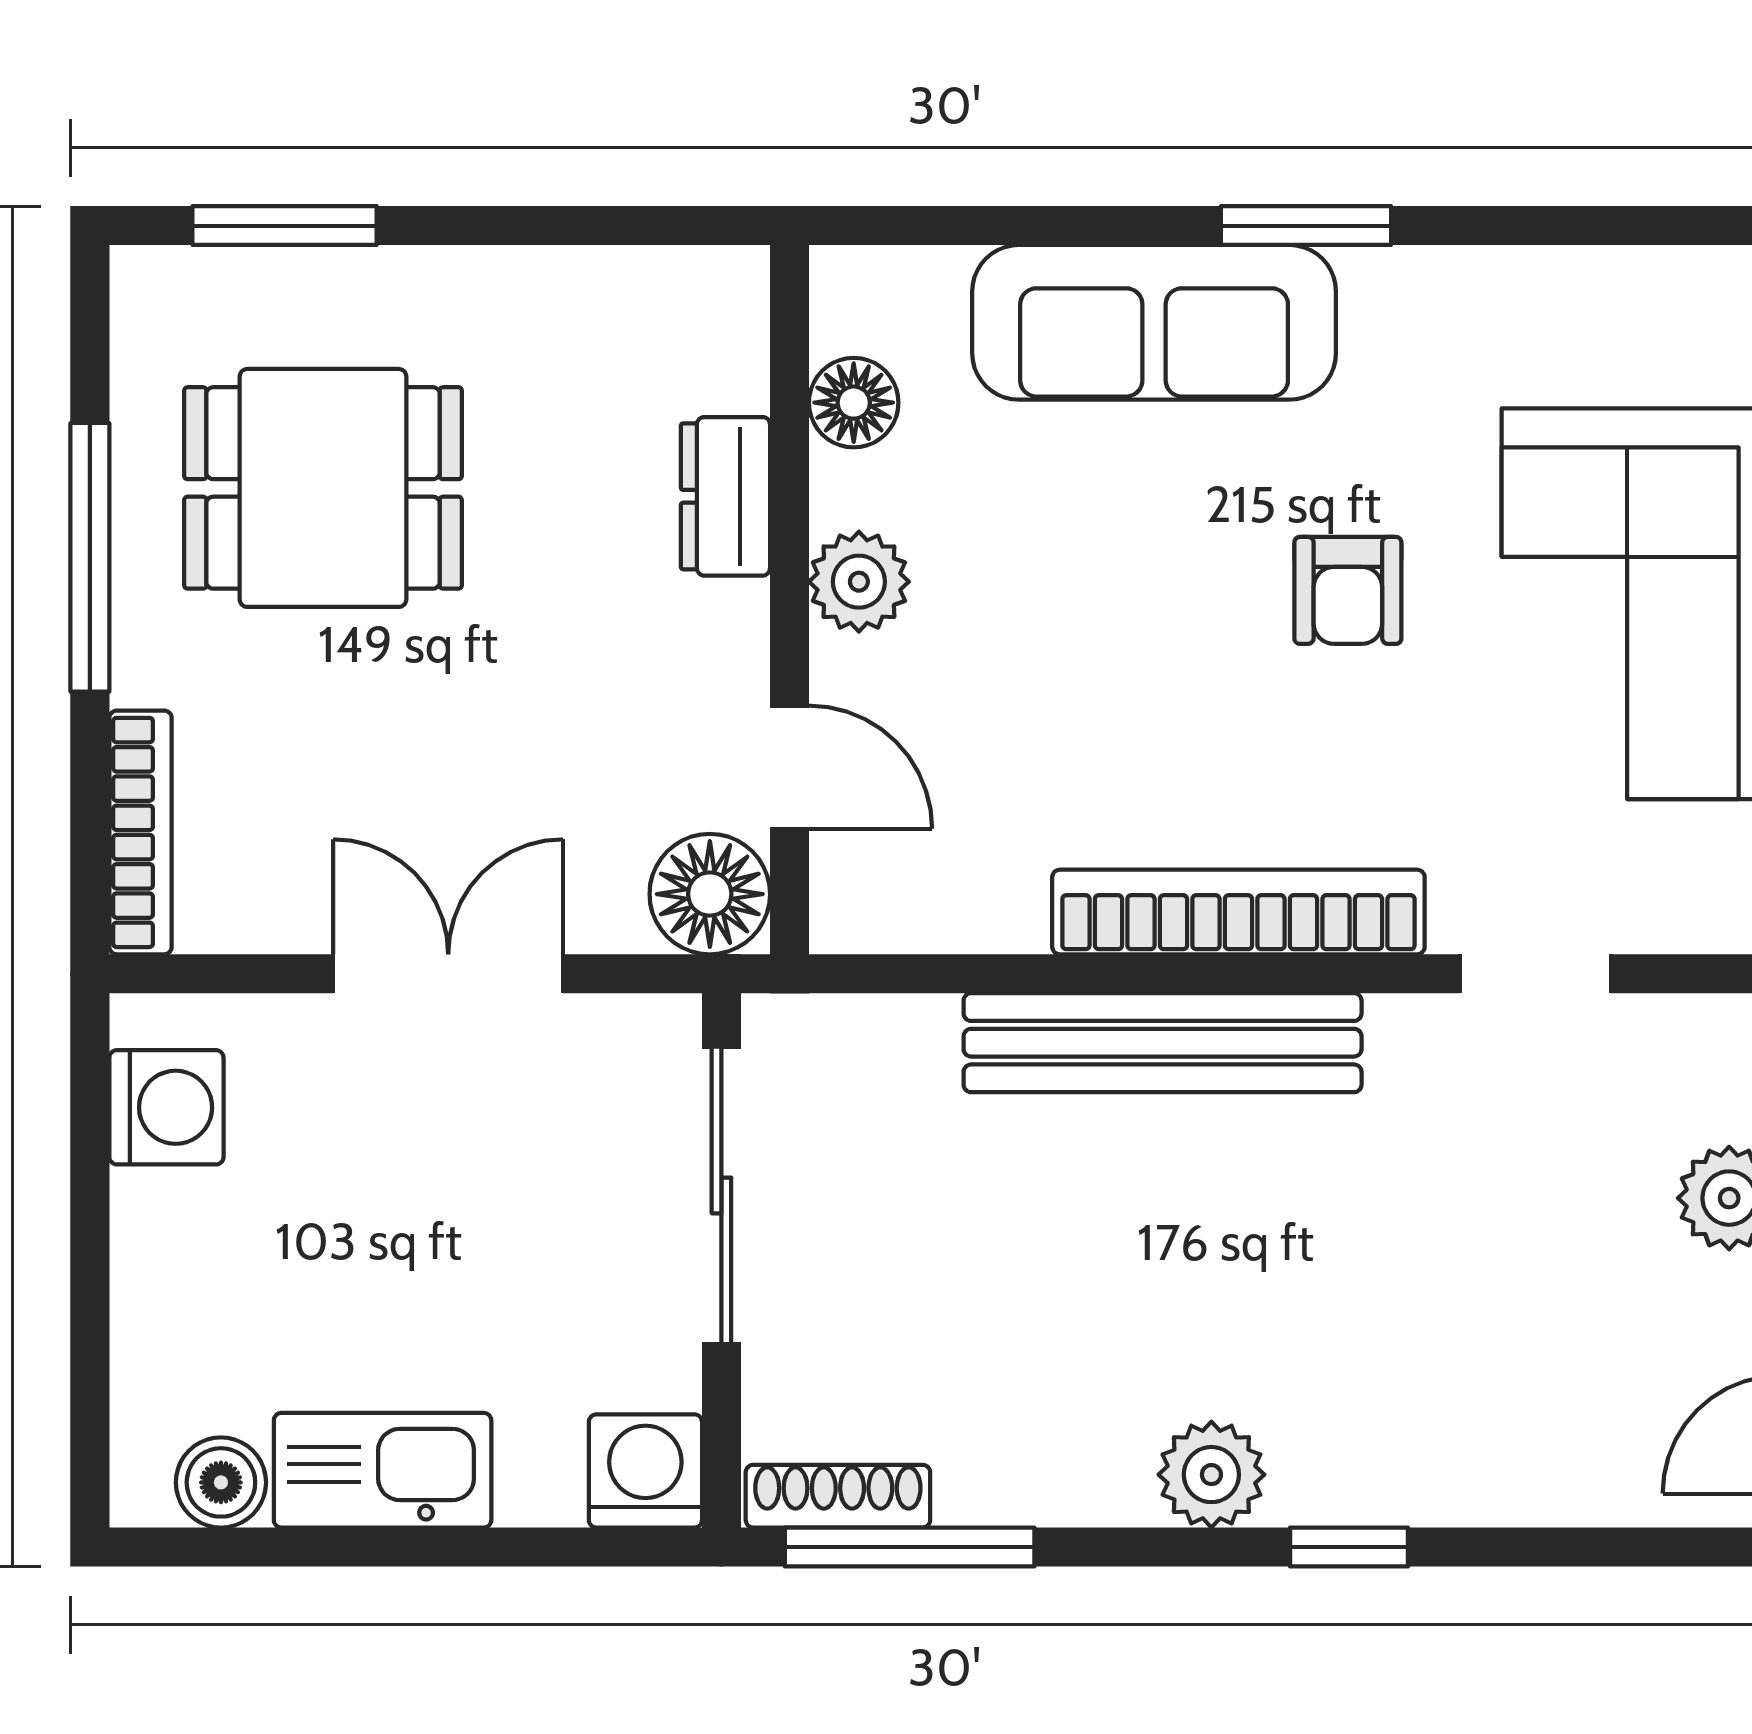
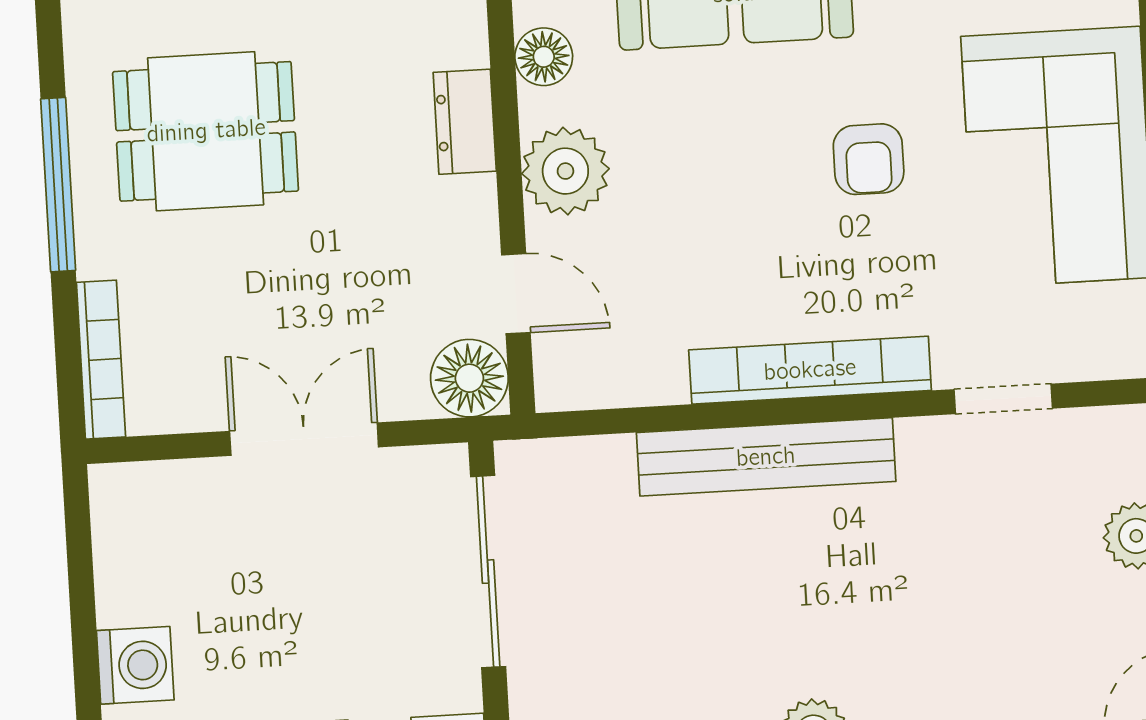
plant: (859, 582) -> (565, 171), width x1.36, depth x1.36
washing machine: (166, 1107) -> (135, 665), moved

